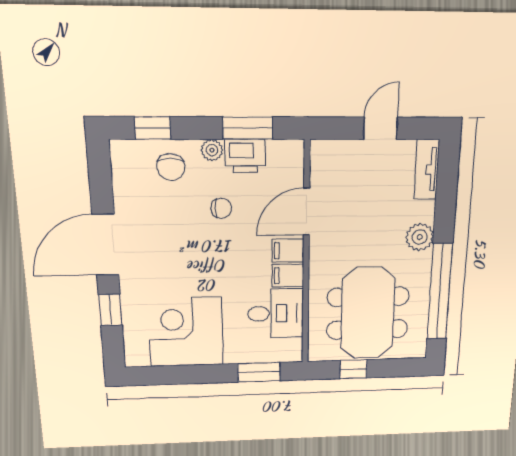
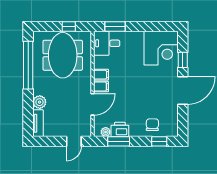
door: (381, 128) -> (74, 141), moved
plant: (212, 150) -> (106, 132), moved
chair: (221, 208) -> (131, 106), removed
plant: (420, 237) -> (40, 102), moved
desk: (276, 314) -> (107, 43), moved
corner desk: (186, 332) -> (161, 48), moved

